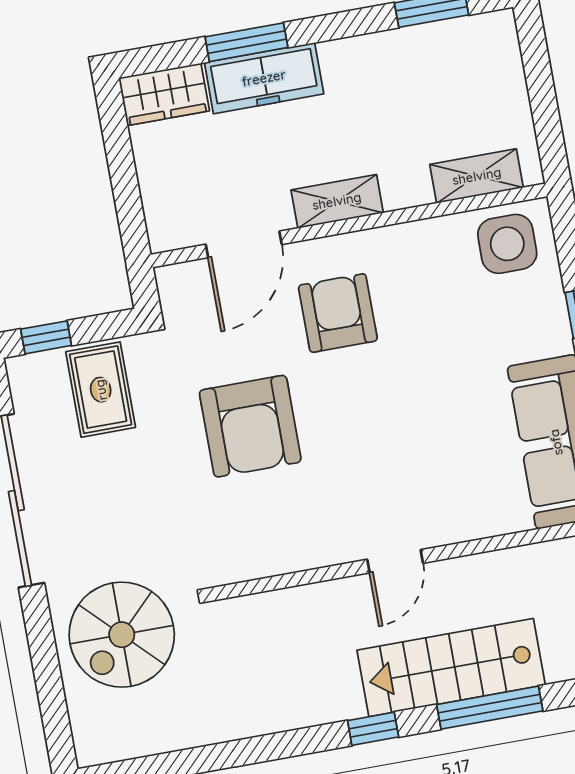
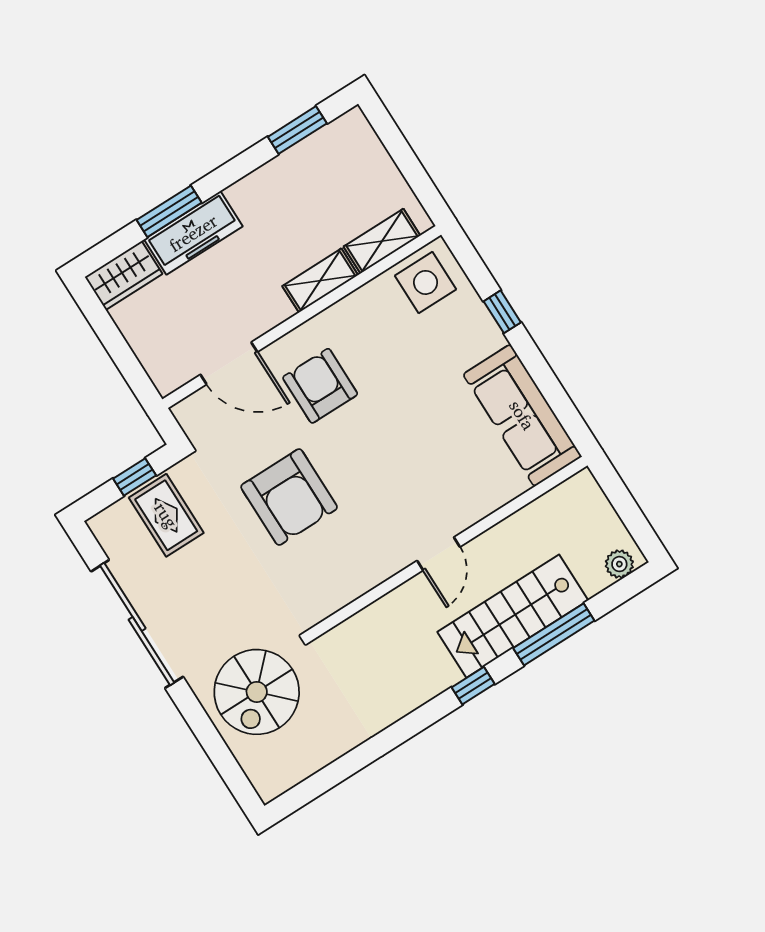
shelving: (337, 201) -> (320, 281), moved
door: (244, 244) -> (229, 363), hinge flipped
window: (46, 337) -> (135, 477), moved

